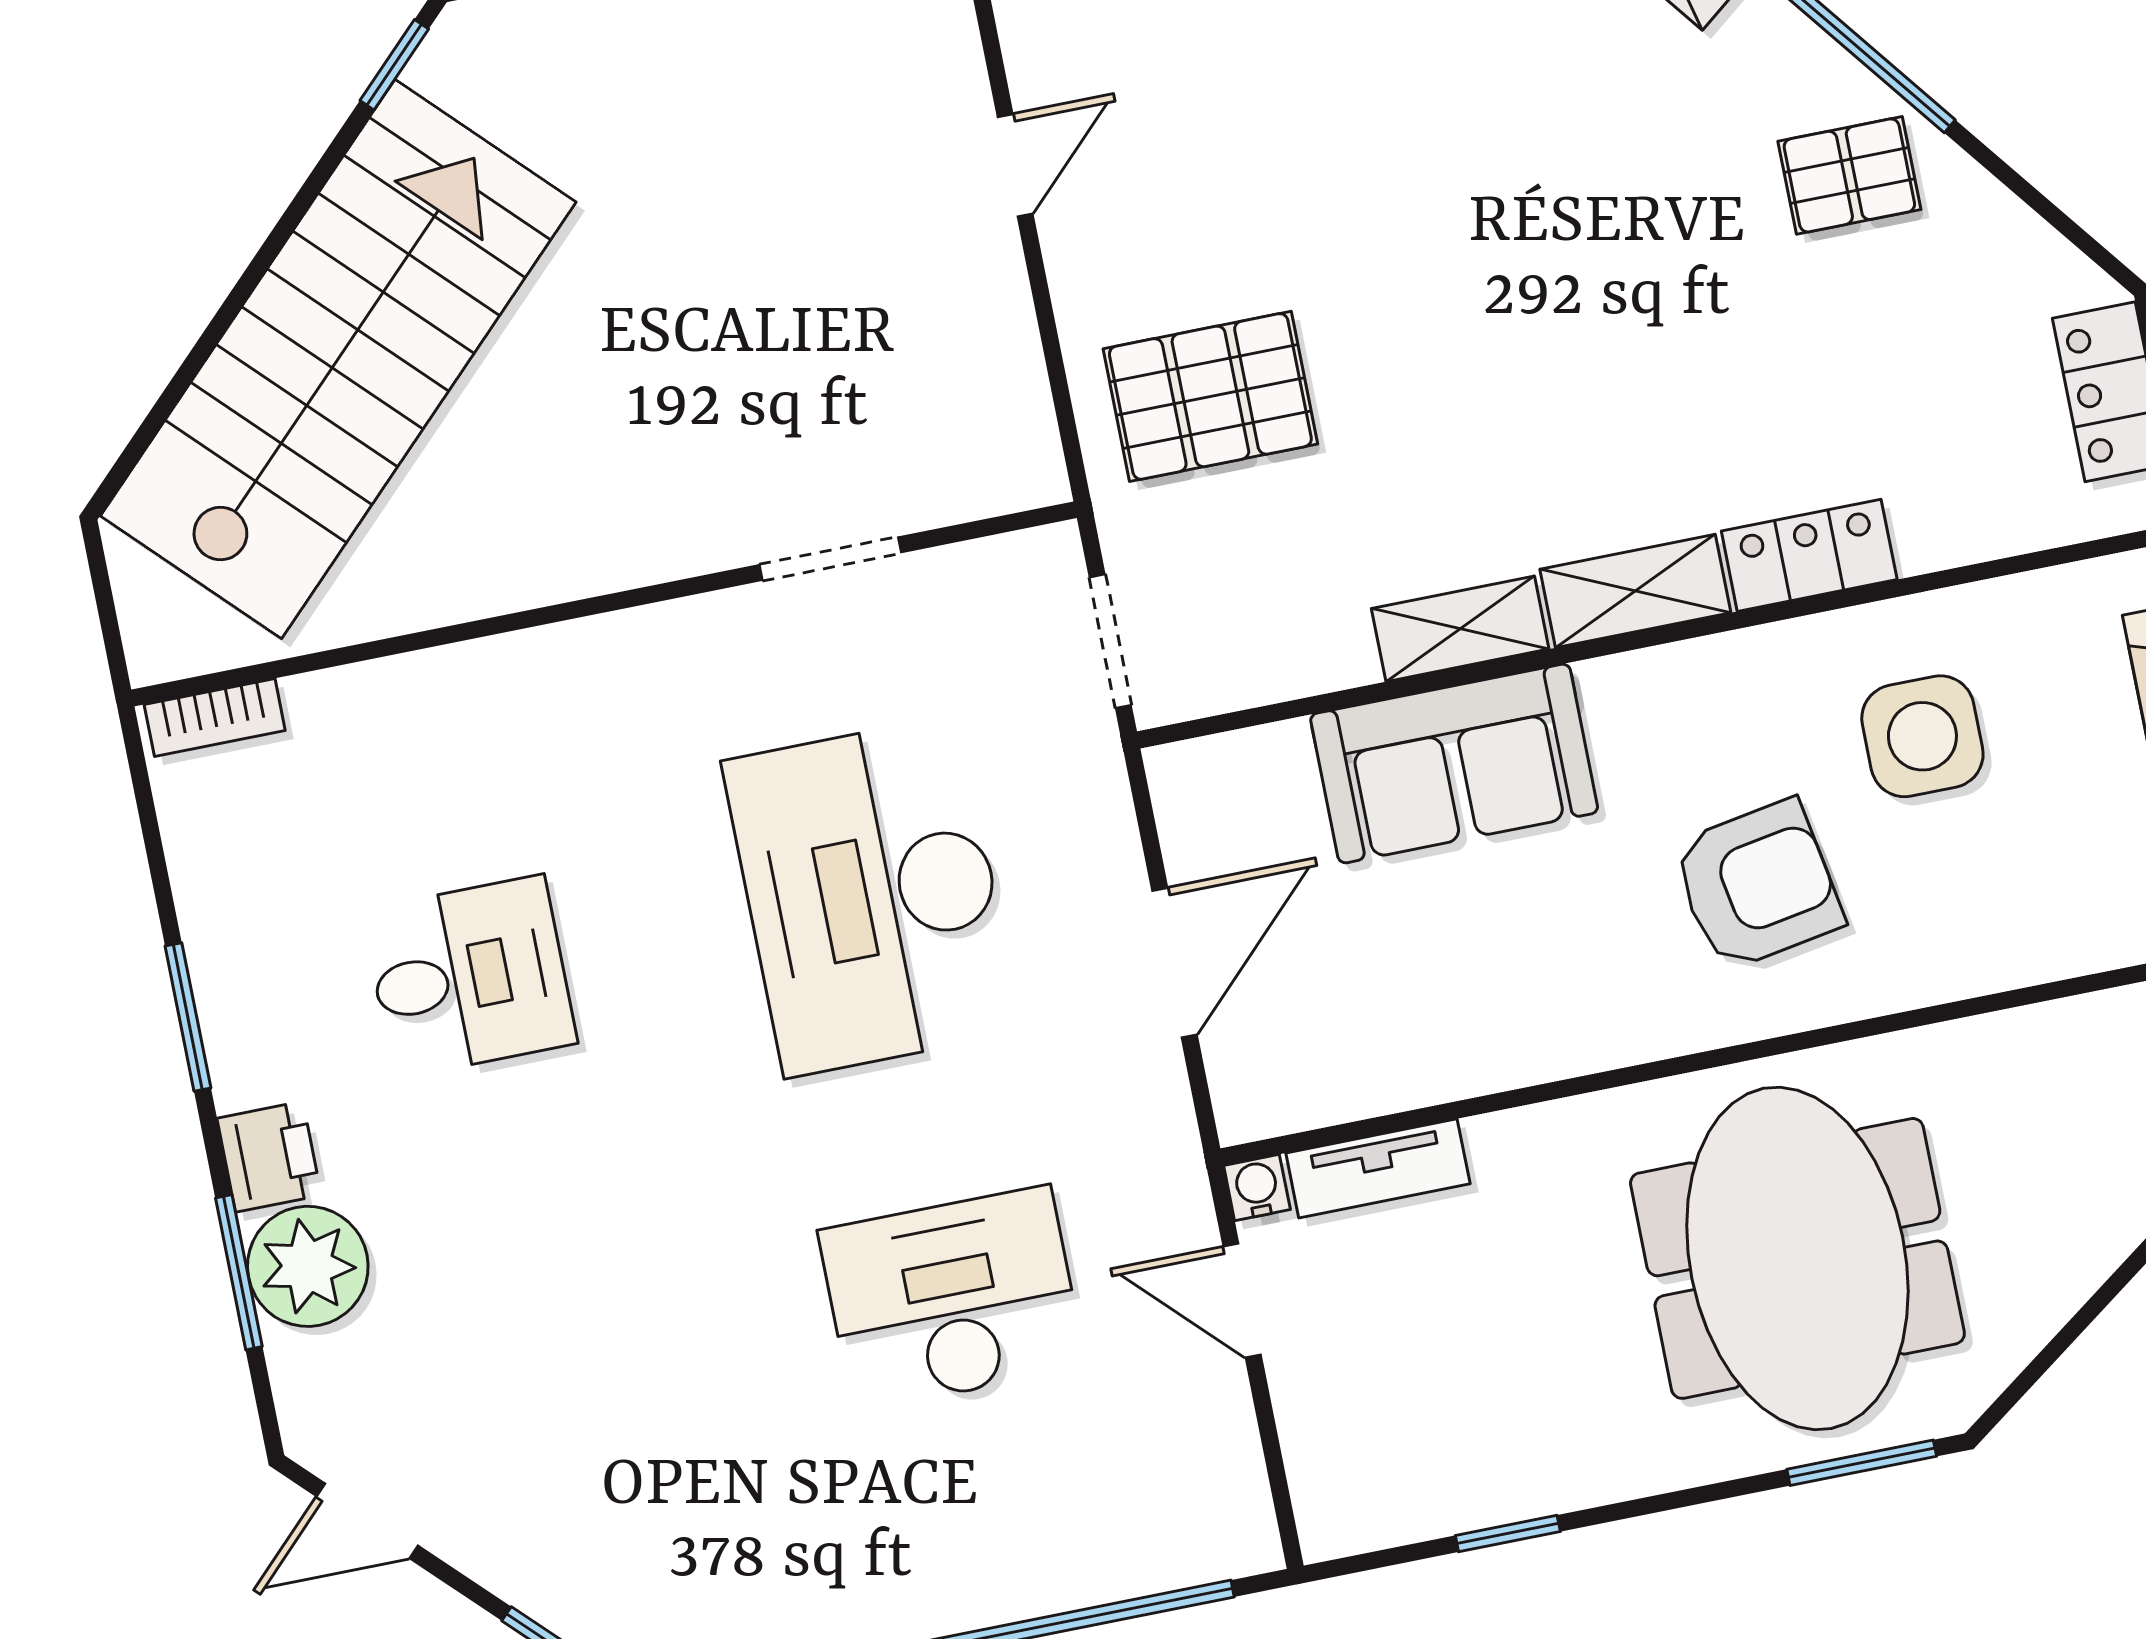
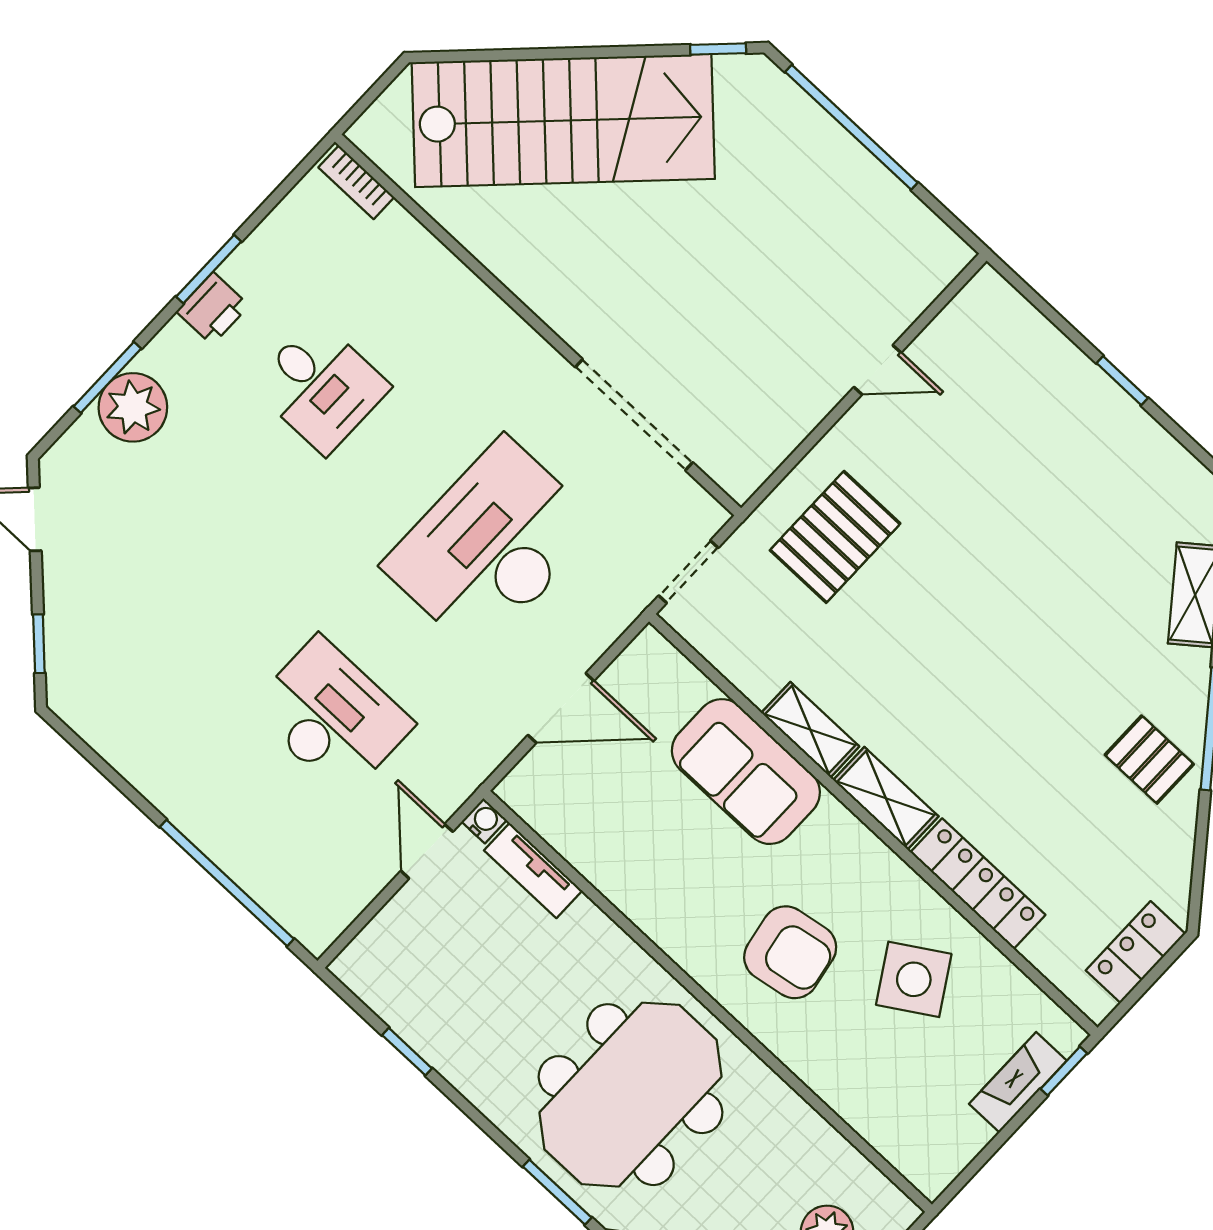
pallet: (1210, 396) -> (835, 537), turned 90
locker: (1809, 555) -> (978, 884), width x1.53
doorway: (830, 559) -> (634, 415), width x1.87
side table: (1922, 736) -> (914, 979), turned -32
printer: (269, 1157) -> (213, 308), moved

